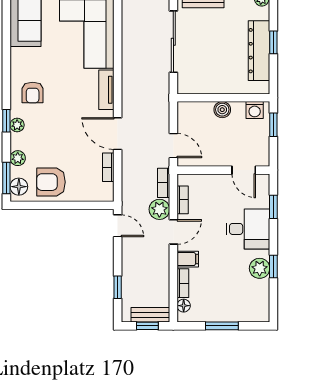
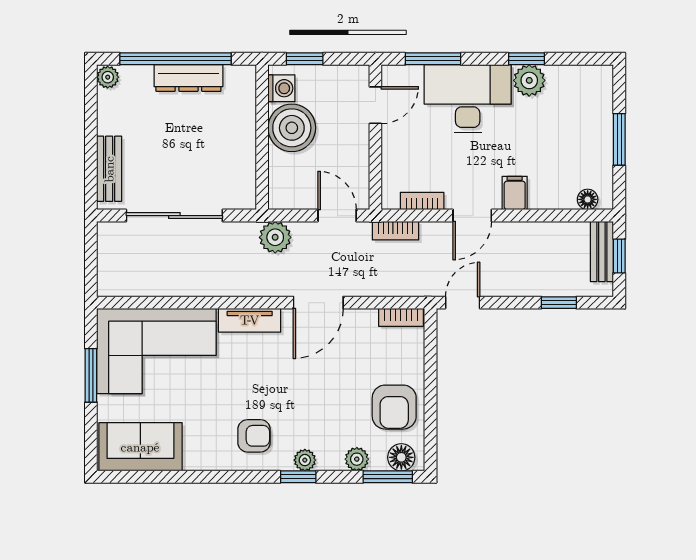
window: (273, 42) -> (176, 59), width x3.17
dresser: (259, 51) -> (188, 78), width x0.73, depth x0.80
boiler: (222, 110) -> (292, 128), width x1.86, depth x1.86
door: (173, 146) -> (337, 216), hinge flipped
bookcase: (108, 167) -> (401, 317), moved
window: (273, 207) -> (433, 59), width x1.50
plant: (159, 209) -> (275, 237), moved
desk: (248, 229) -> (468, 99), width x1.37
door: (173, 232) -> (472, 216), swing flipped
bookcase: (183, 283) -> (552, 201), removed

